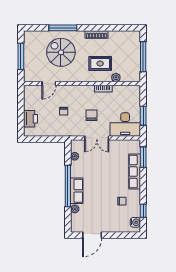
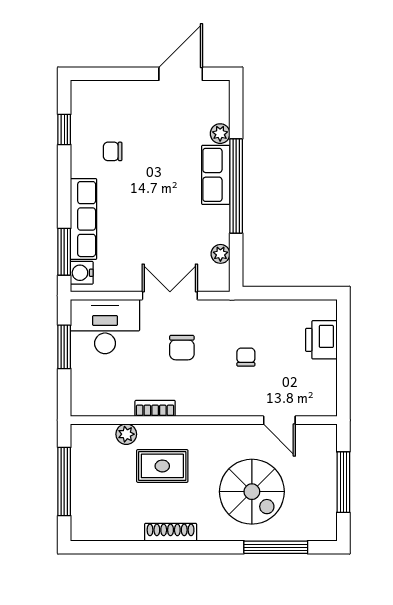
window: (63, 28) -> (276, 547), moved
door: (49, 84) -> (279, 420), swing flipped
water cooler: (135, 222) -> (82, 273), moved

